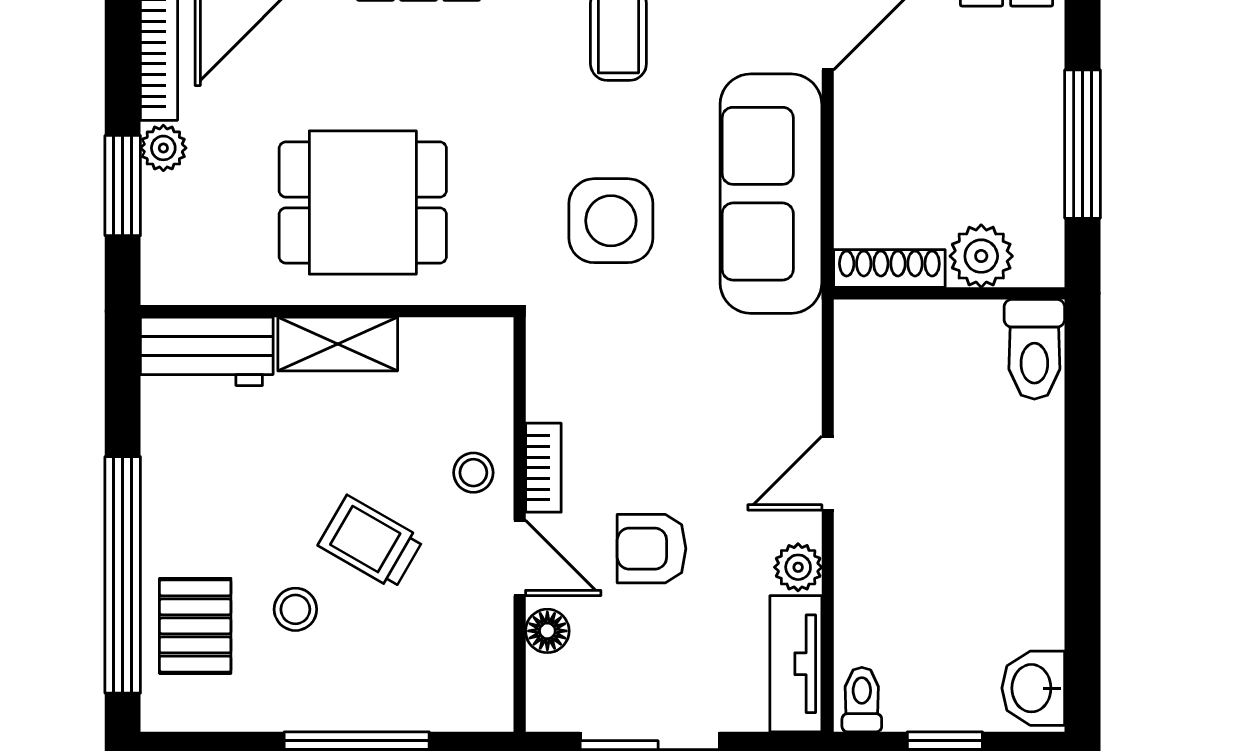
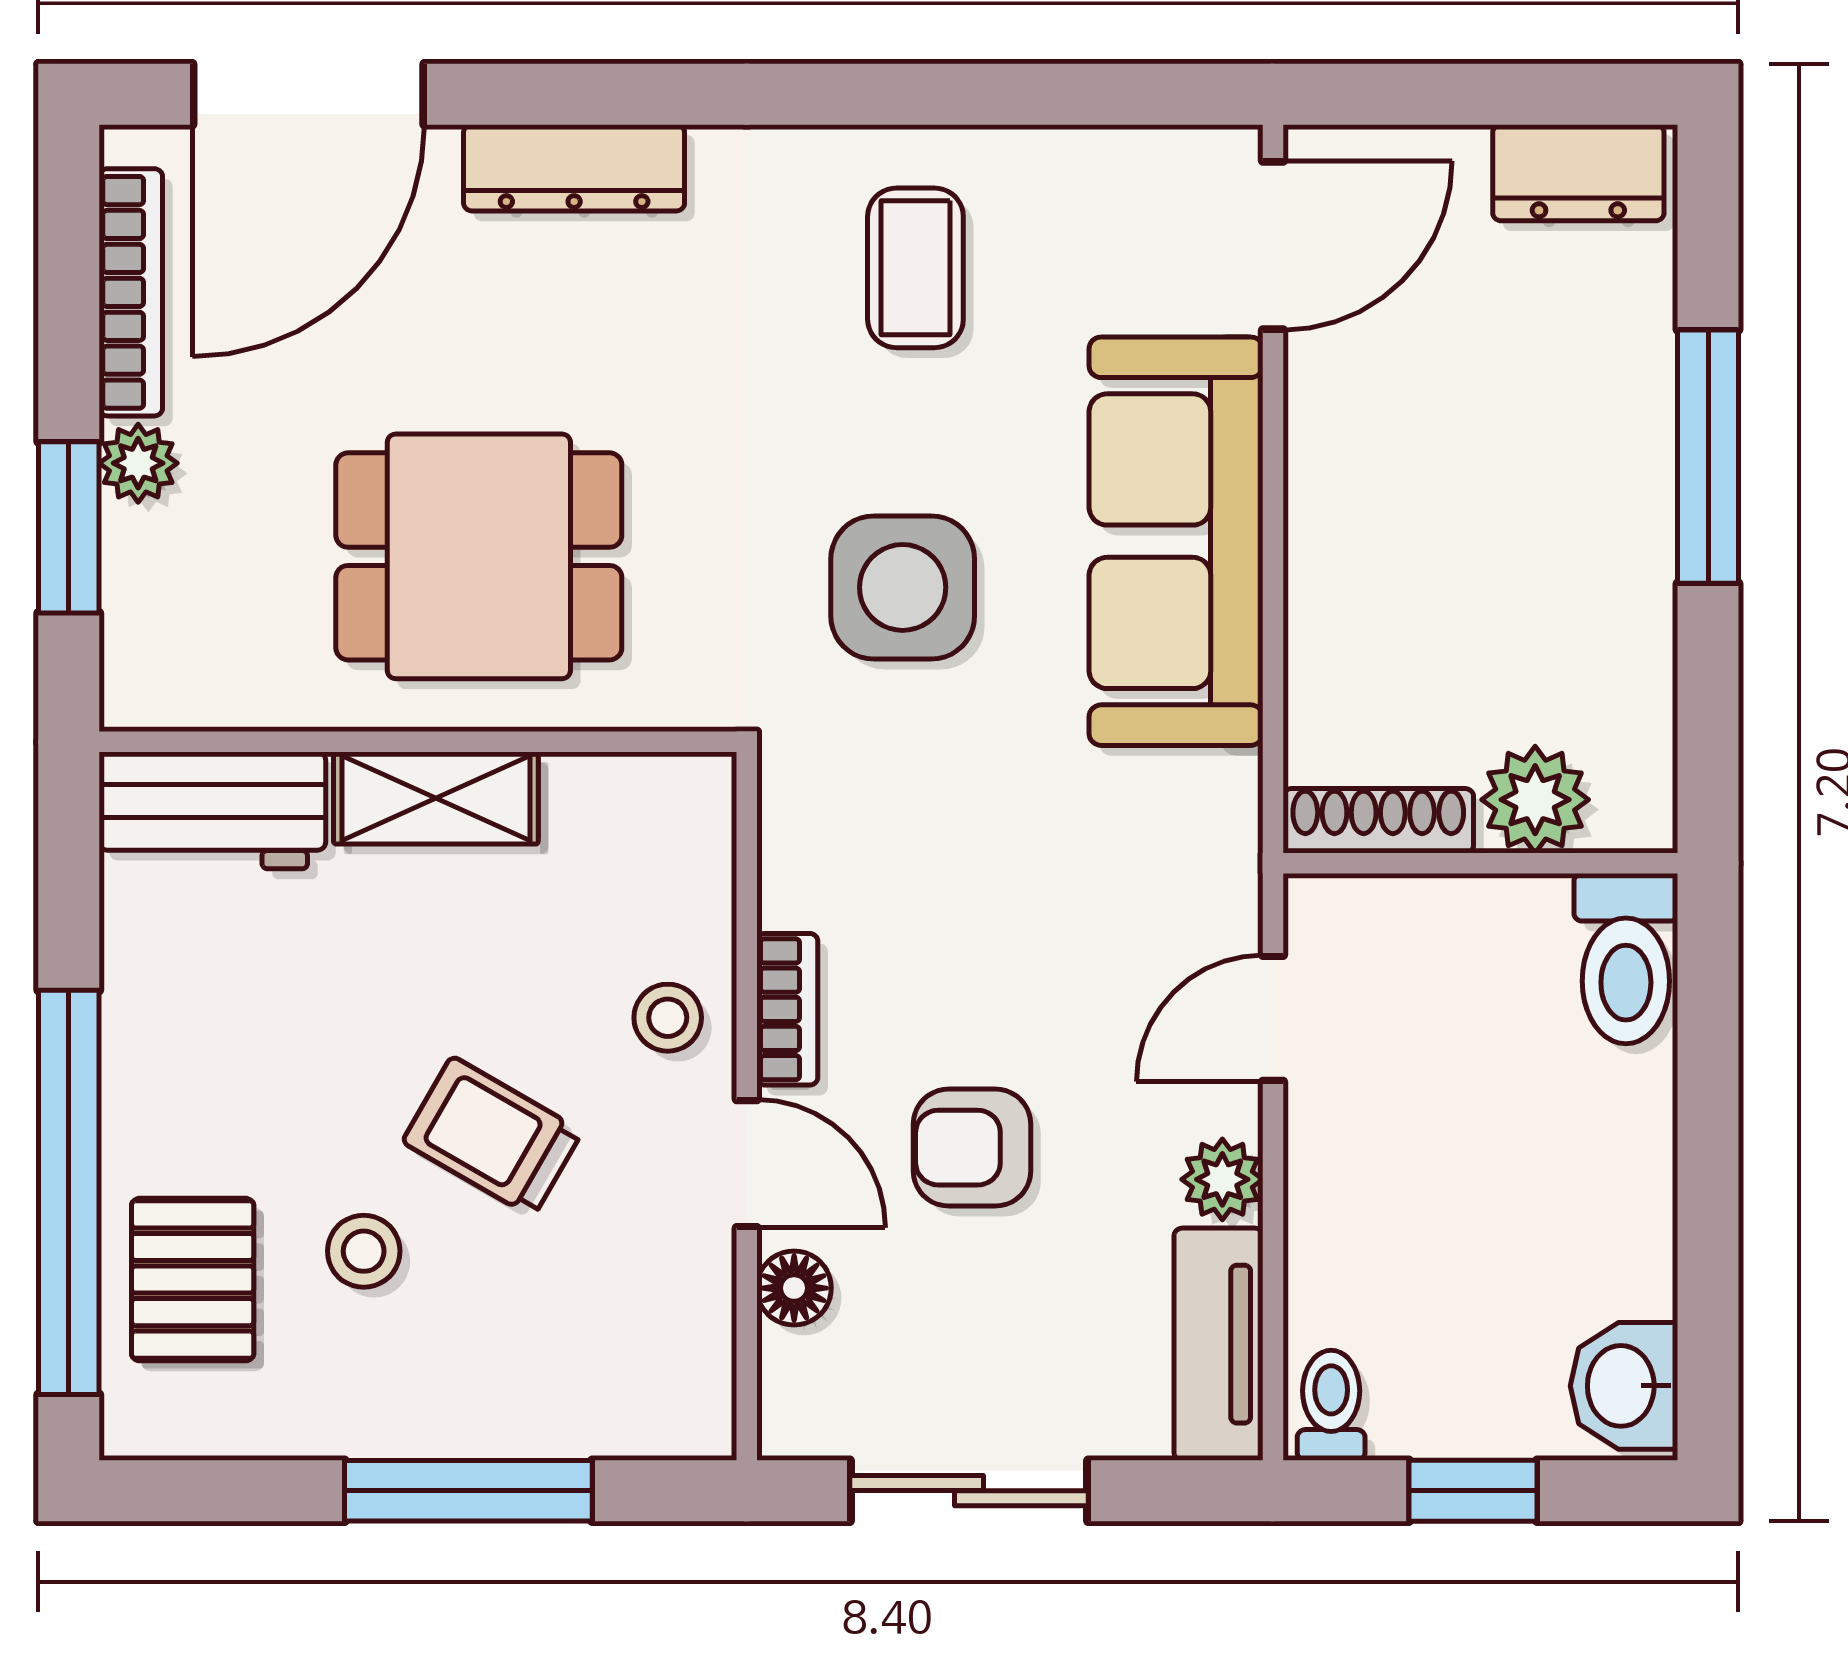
plant: (981, 256) -> (1535, 800), moved
shoe rack: (889, 268) -> (1378, 821), moved
wall: (949, 293) -> (1480, 863), moved
toilet: (1034, 349) -> (1626, 959), moved

